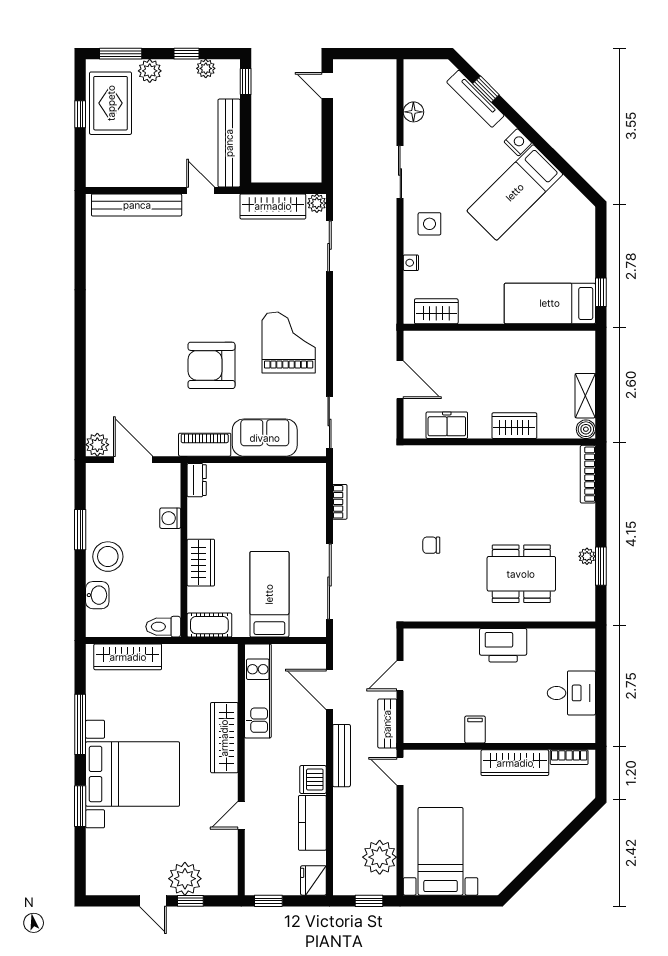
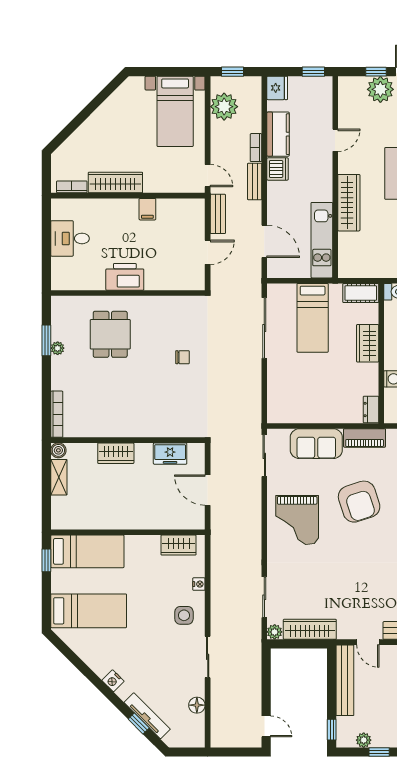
bed: (515, 192) -> (89, 611), moved, turned 45
armchair: (212, 365) -> (359, 502), turned 72
bookcase: (340, 502) -> (256, 148), moved
dining table: (521, 574) -> (110, 334), width x0.73
bench: (342, 756) -> (255, 182), width x0.73

